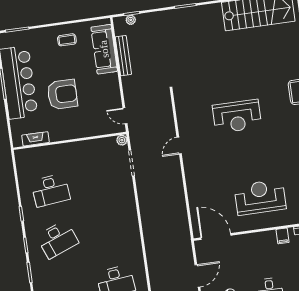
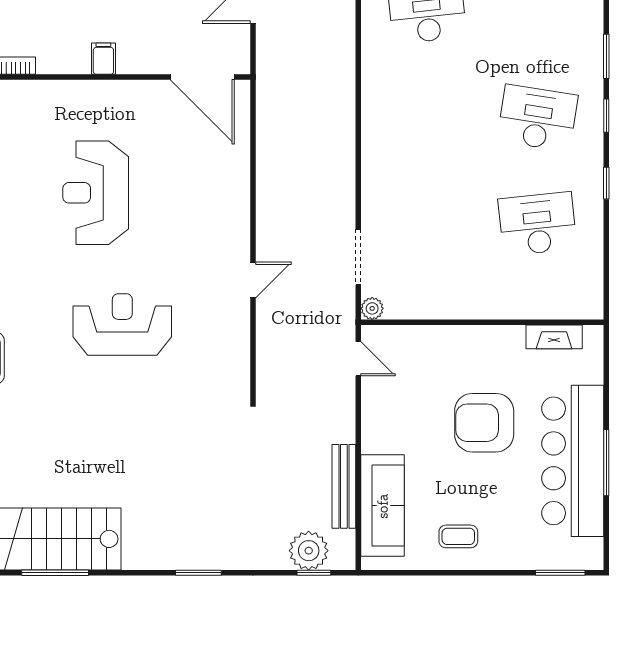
plant: (131, 20) -> (309, 551), width x1.87, depth x1.87
reception desk: (260, 197) -> (96, 193), moved, turned 90
filing cabinet: (282, 236) -> (103, 59), moved
desk: (57, 239) -> (537, 118), turned 30

